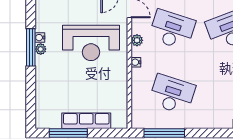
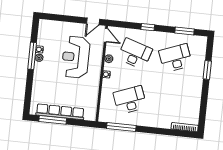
reception desk: (91, 43) -> (76, 57), turned 90
desk: (172, 94) -> (130, 100), turned -39
row of seats: (86, 121) -> (60, 112), width x1.36

